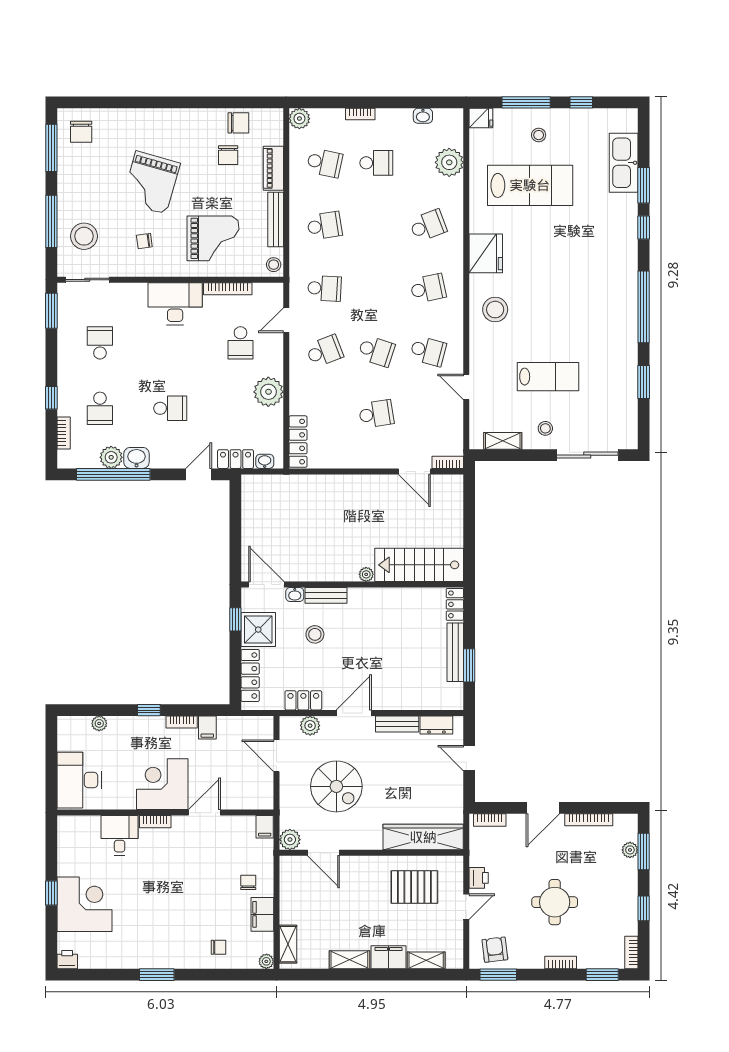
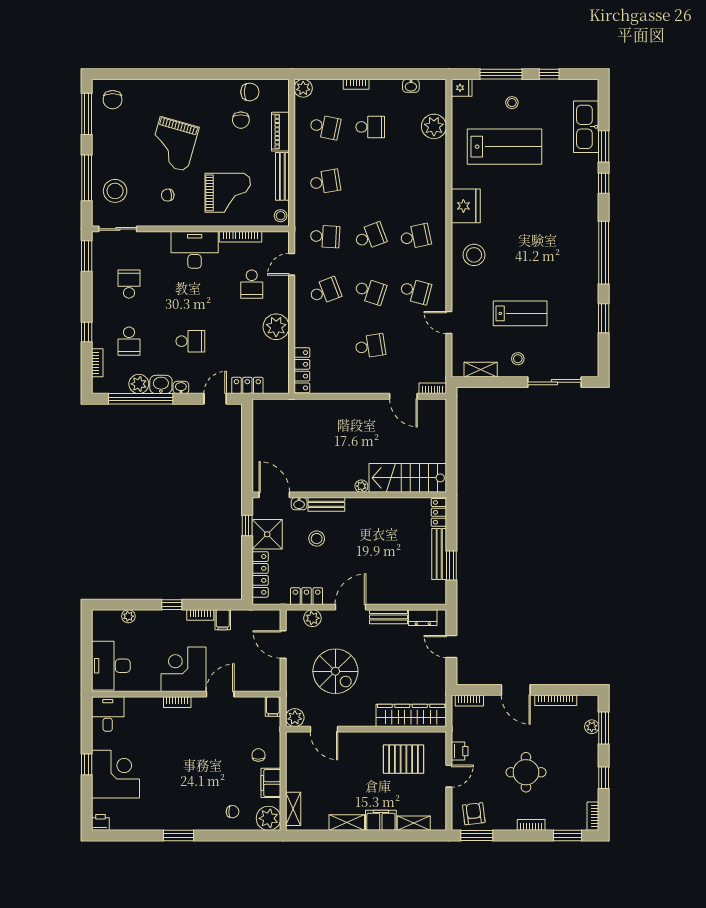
school desk: (428, 226) -> (370, 236), moved
washbasin: (265, 461) -> (181, 387), moved
door: (543, 808) -> (516, 690), hinge flipped
desk: (120, 835) -> (108, 714), moved
plant: (266, 961) -> (269, 818), width x1.88, depth x1.88

